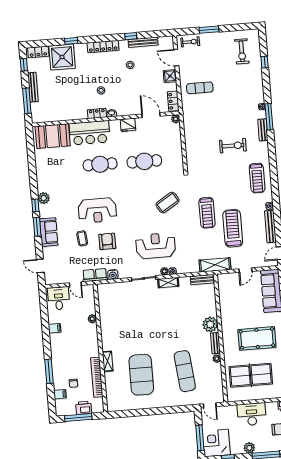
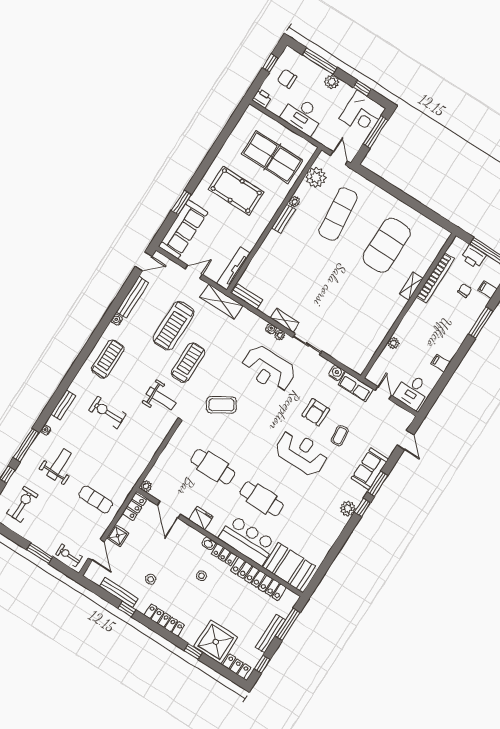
weight bench: (238, 92) -> (59, 464), added
locker: (65, 115) -> (258, 579), added
window: (269, 117) -> (26, 445), moved
weight bench: (207, 179) -> (161, 398), added
tv unit: (223, 290) -> (234, 269), added
plant: (210, 324) -> (316, 177), moved

